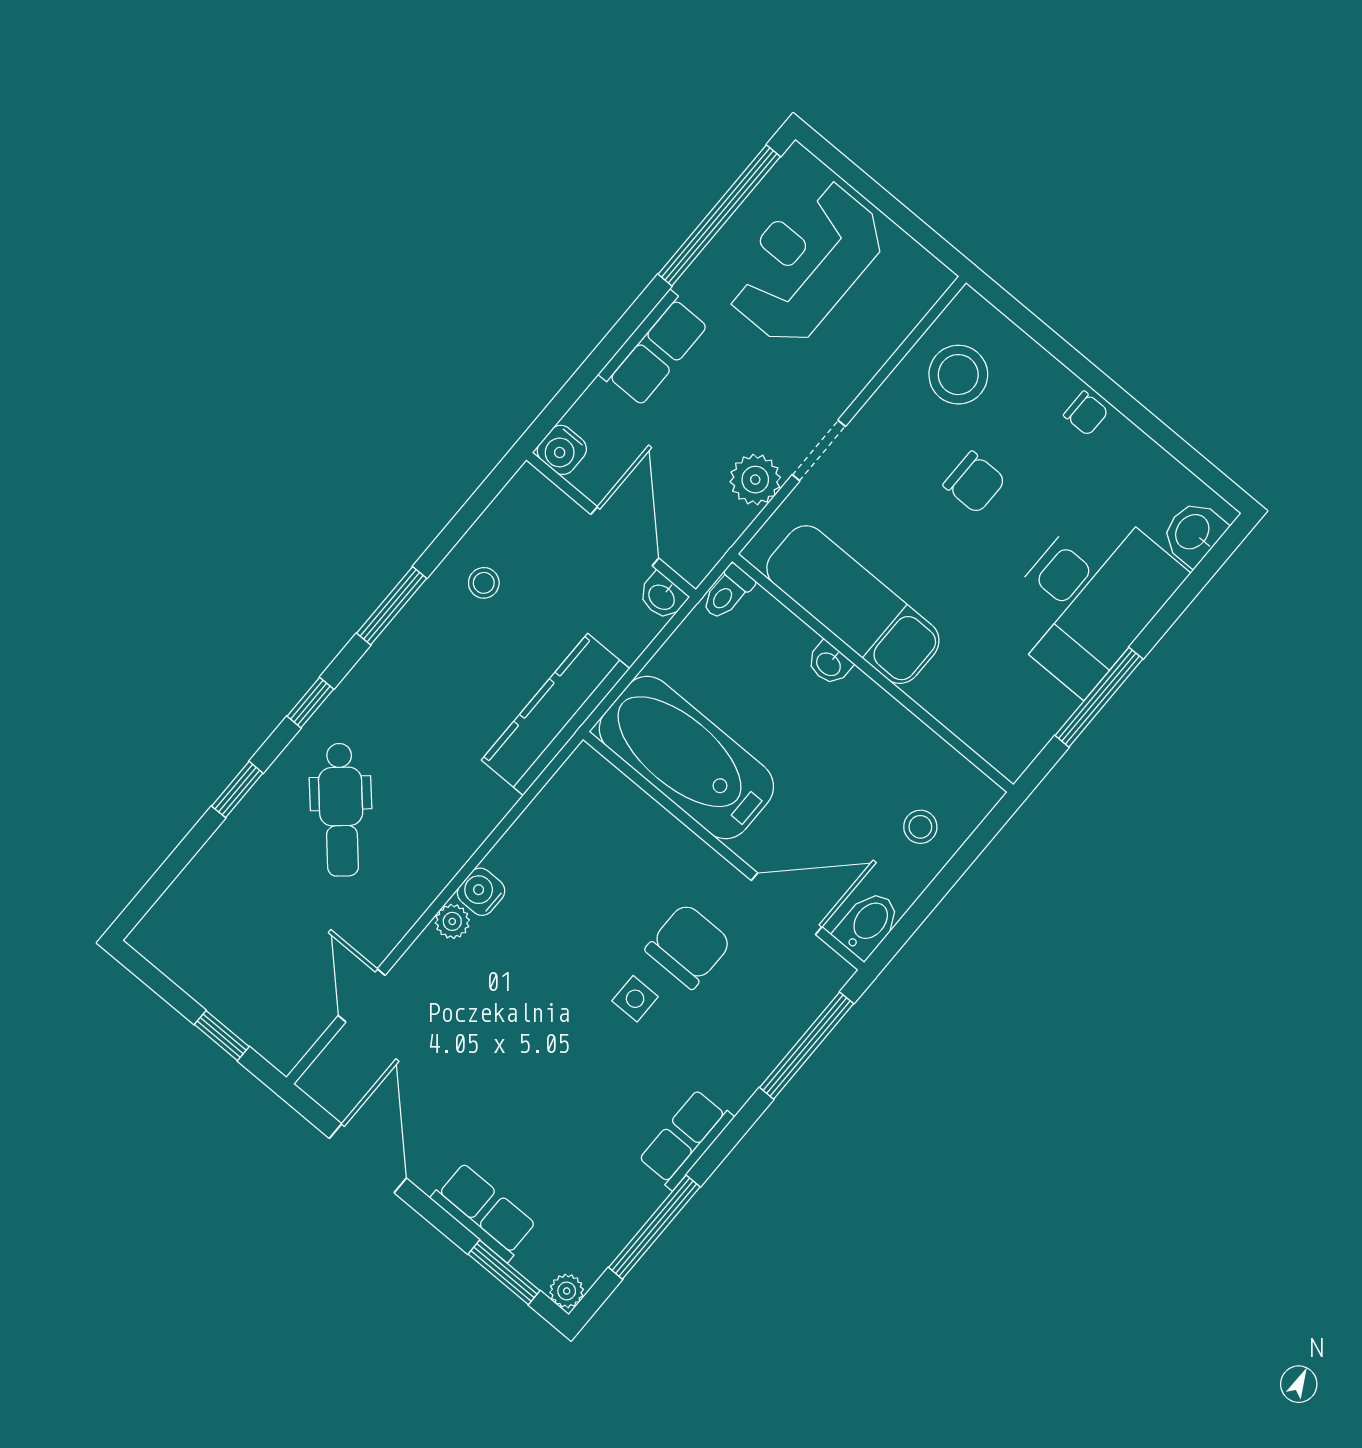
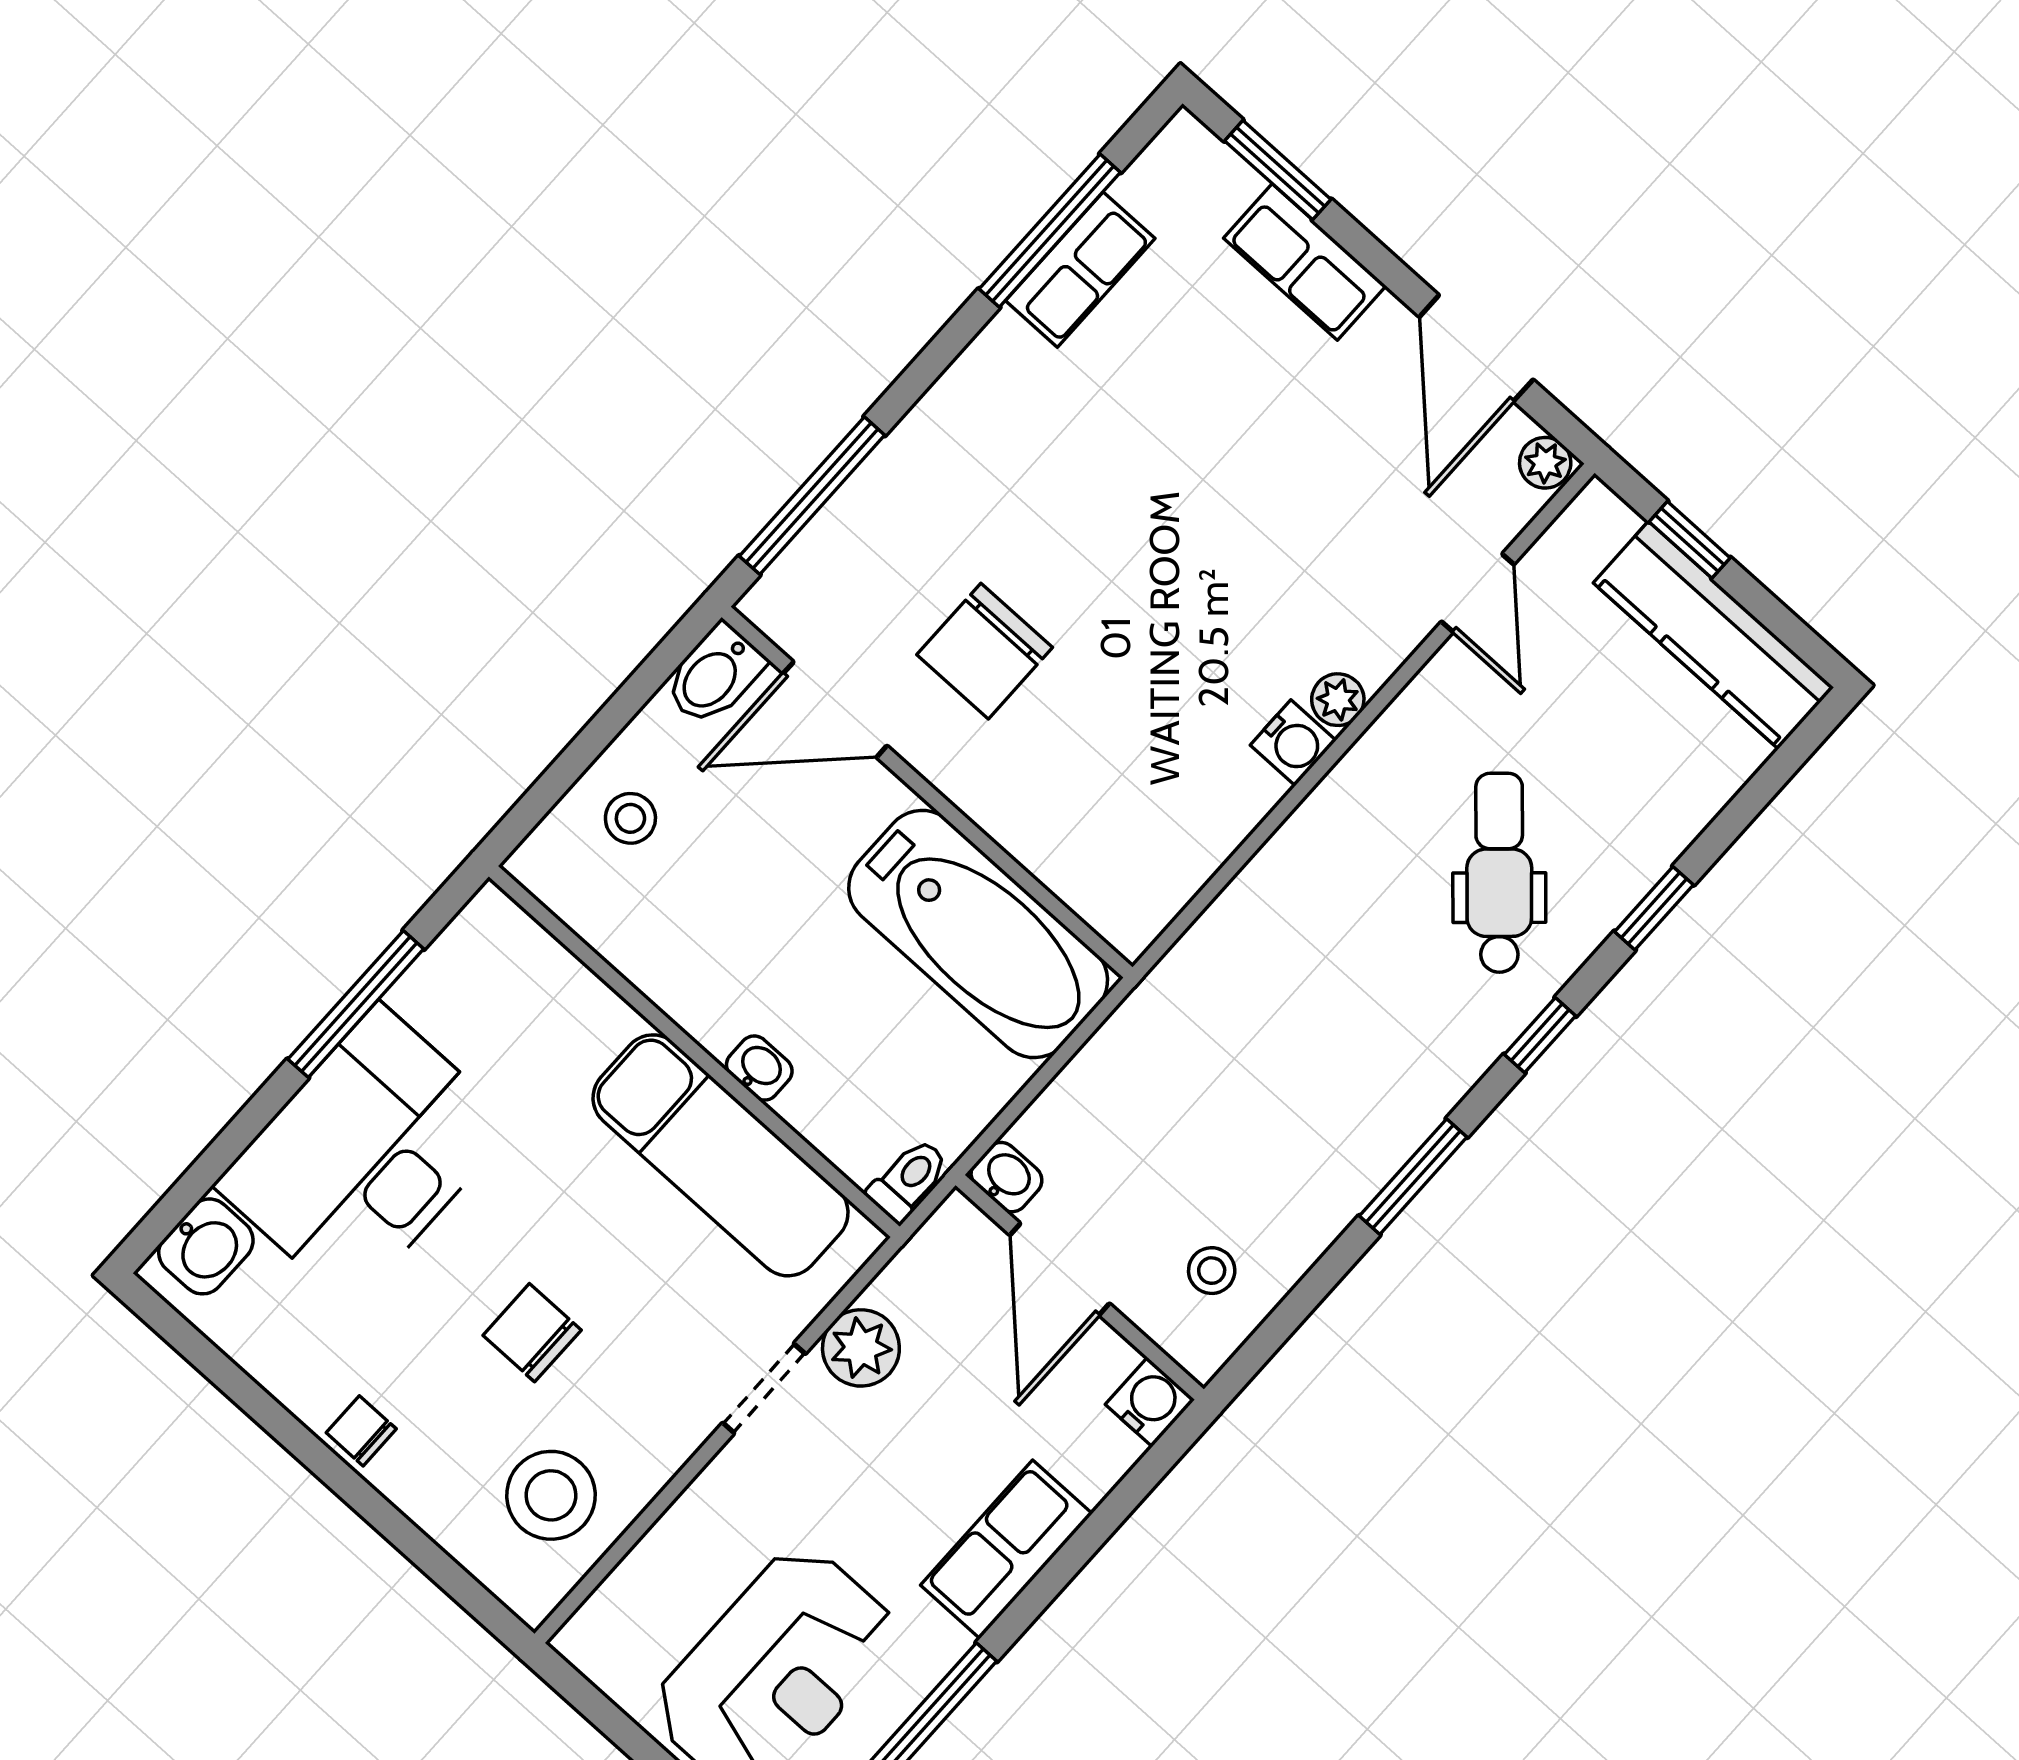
stool: (484, 583) -> (1212, 1271), moved
kitchen counter: (555, 714) -> (1713, 635), moved, turned 90
side table: (635, 999) -> (1067, 574), removed
row of seats: (686, 1139) -> (1080, 270), moved
plant: (567, 1291) -> (1545, 463), moved

